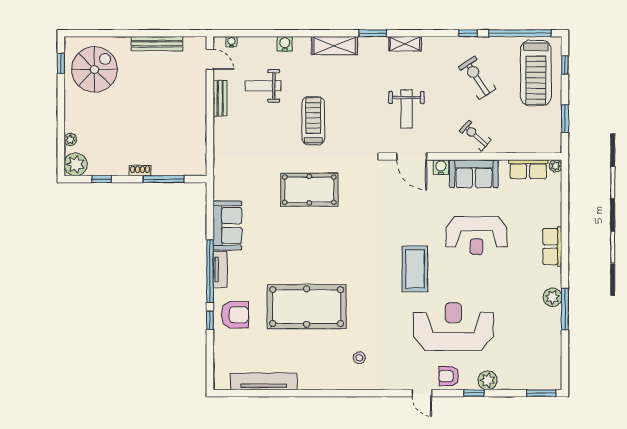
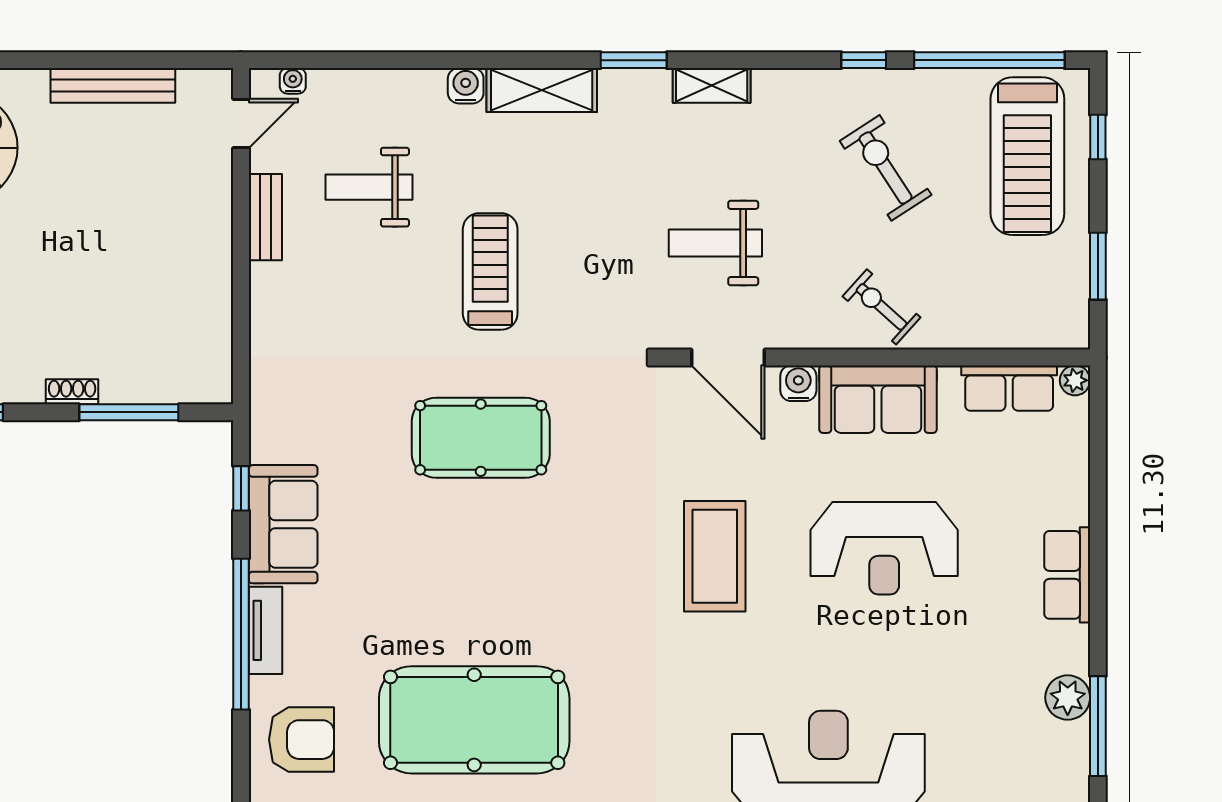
water cooler: (285, 44) -> (466, 86), moved
door: (210, 59) -> (241, 123), hinge flipped
weight bench: (406, 109) -> (715, 243), turned 90
coffee table: (415, 269) -> (715, 556), moved
window: (210, 320) -> (241, 488), moved

